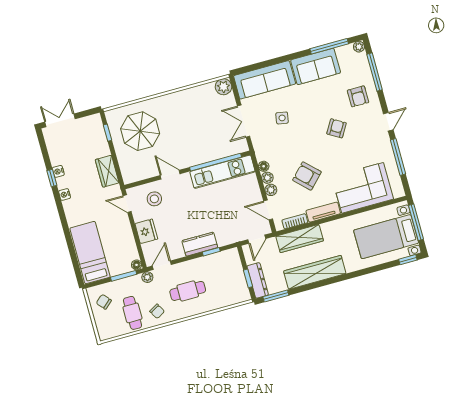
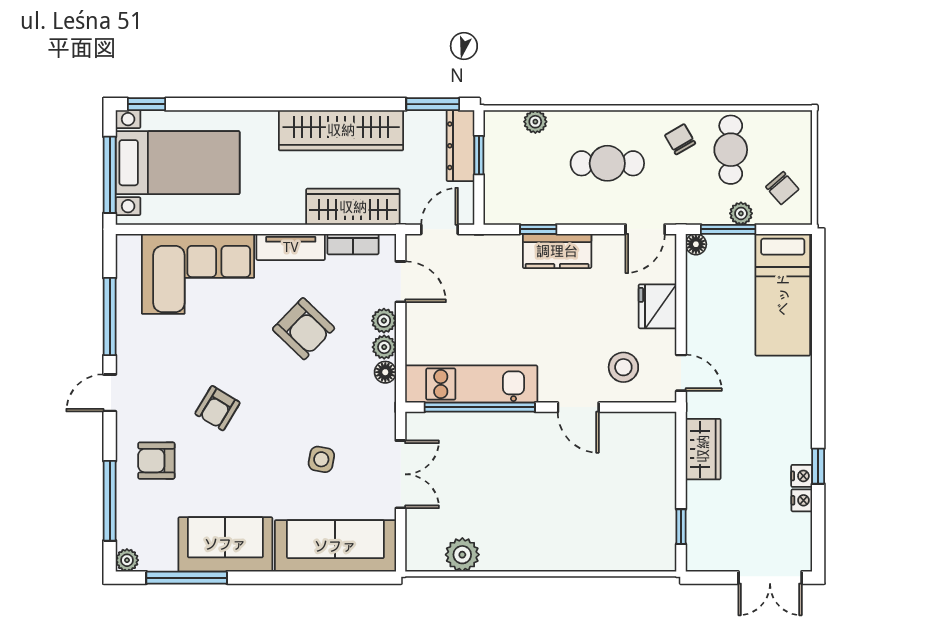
plant: (223, 87) -> (462, 555), moved
armchair: (358, 96) -> (156, 461), turned -90
parasol: (140, 131) -> (614, 512), removed
nightstand: (65, 195) -> (802, 500), moved
plant: (147, 277) -> (741, 213), moved
plant: (226, 301) -> (535, 122), added

